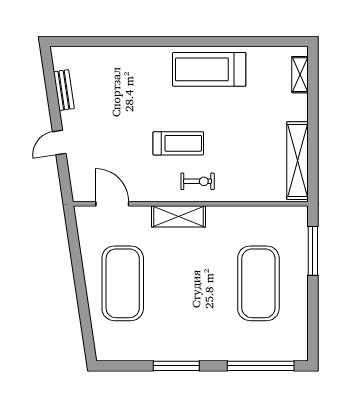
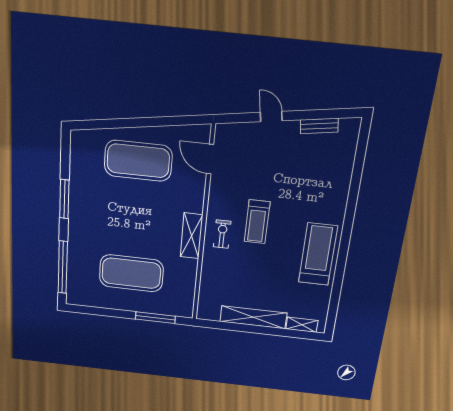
shelving: (298, 161) -> (253, 317), moved
exercise bike: (198, 181) -> (222, 234), turned 180
door: (112, 204) -> (210, 159), swing flipped
shelving: (178, 216) -> (191, 236), moved

